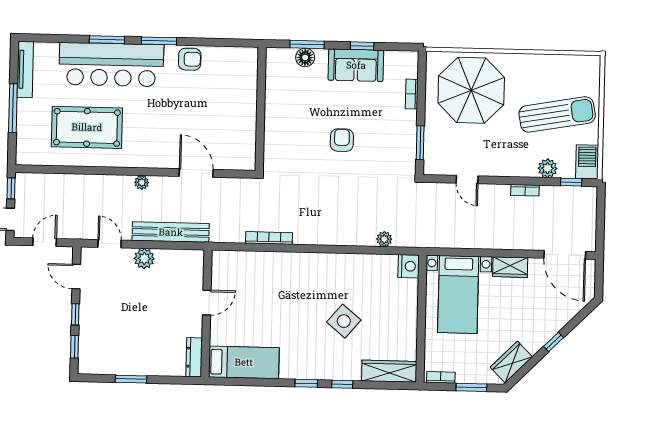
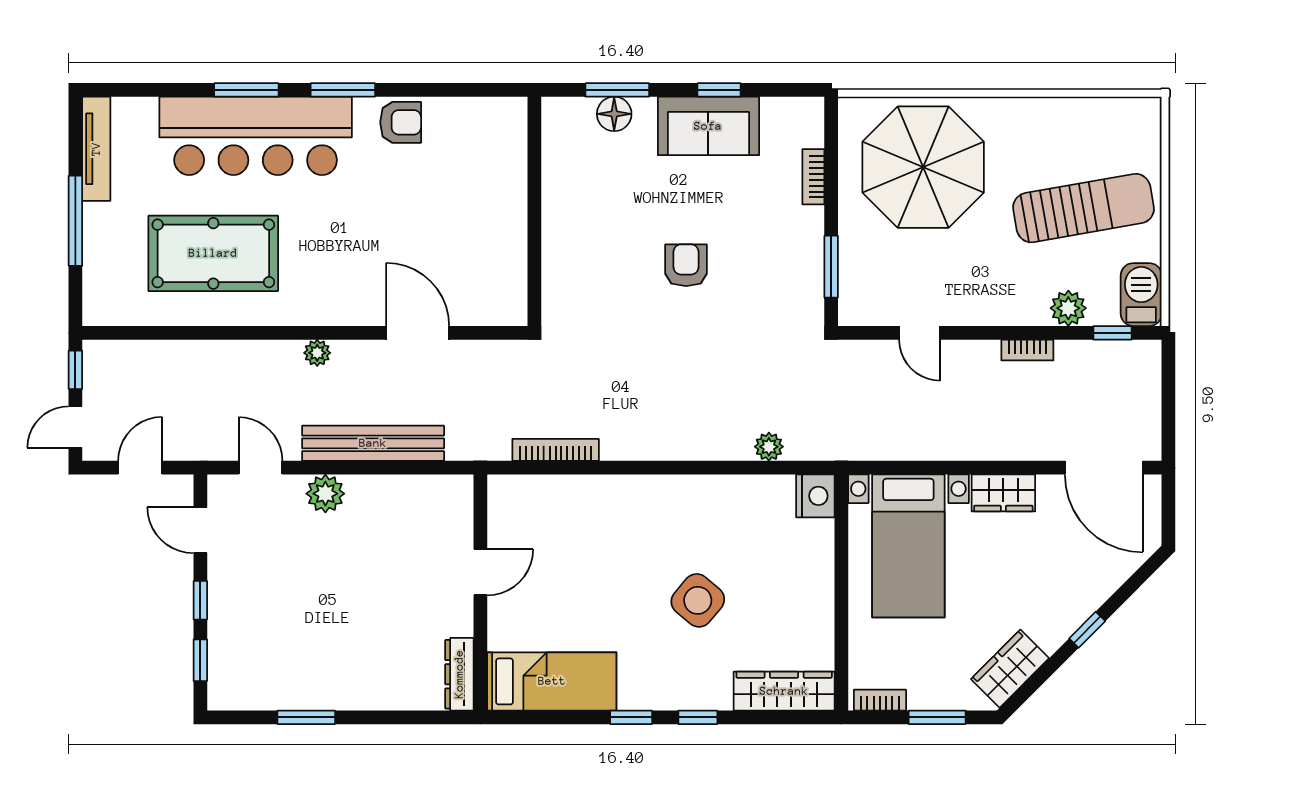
door: (207, 303) -> (480, 572), moved
wall: (207, 313) -> (480, 593), moved
dresser: (194, 357) -> (459, 674), moved
bed: (244, 362) -> (552, 681), moved

